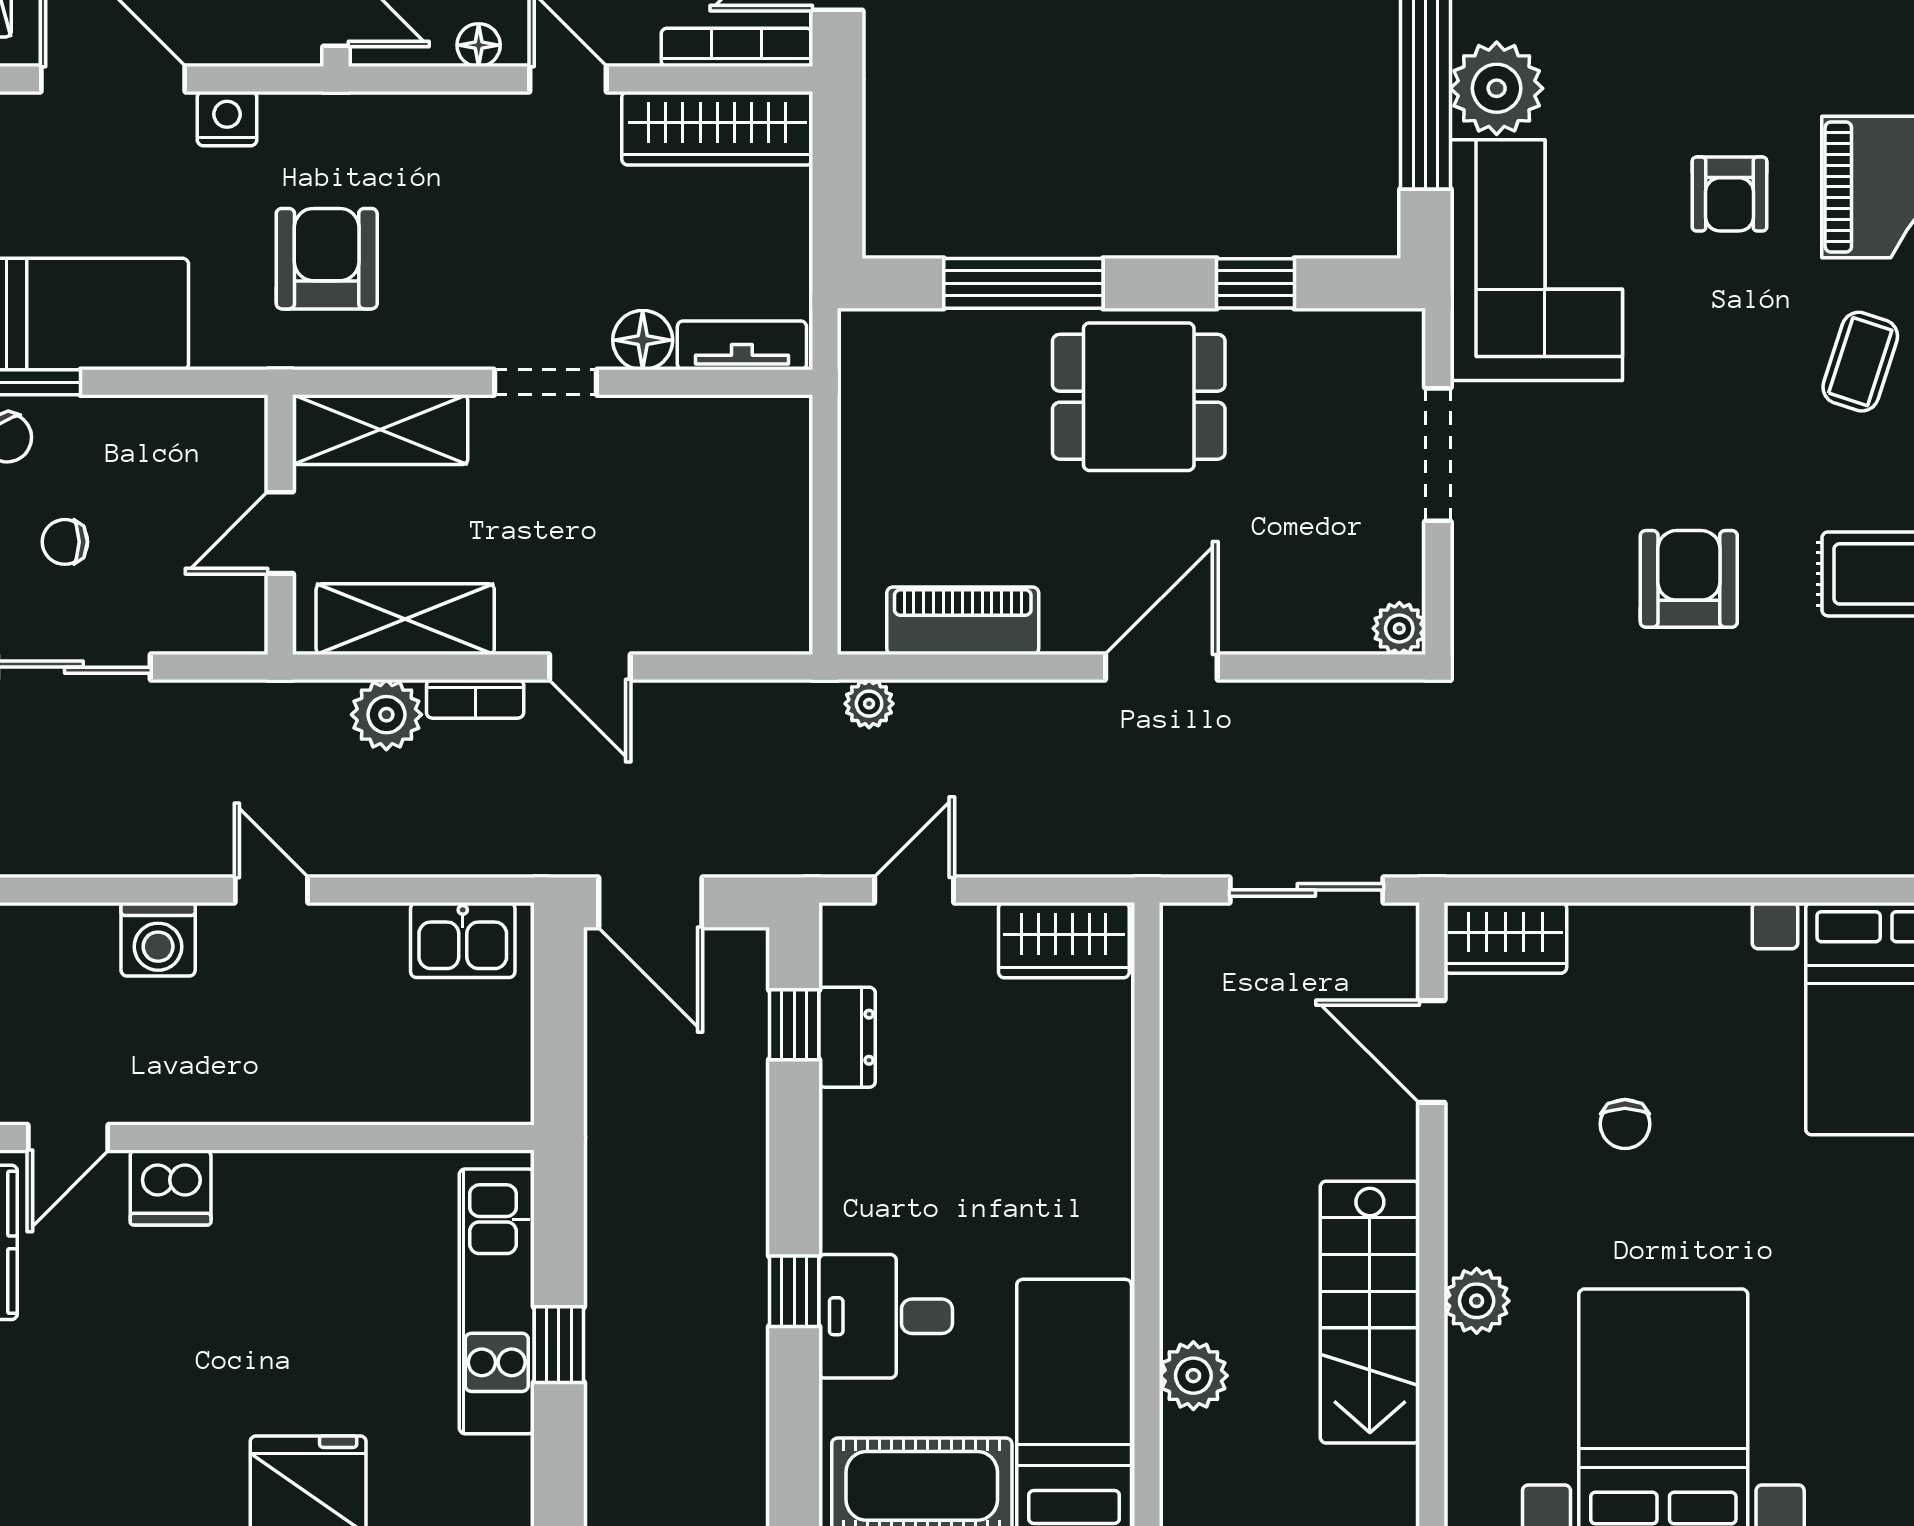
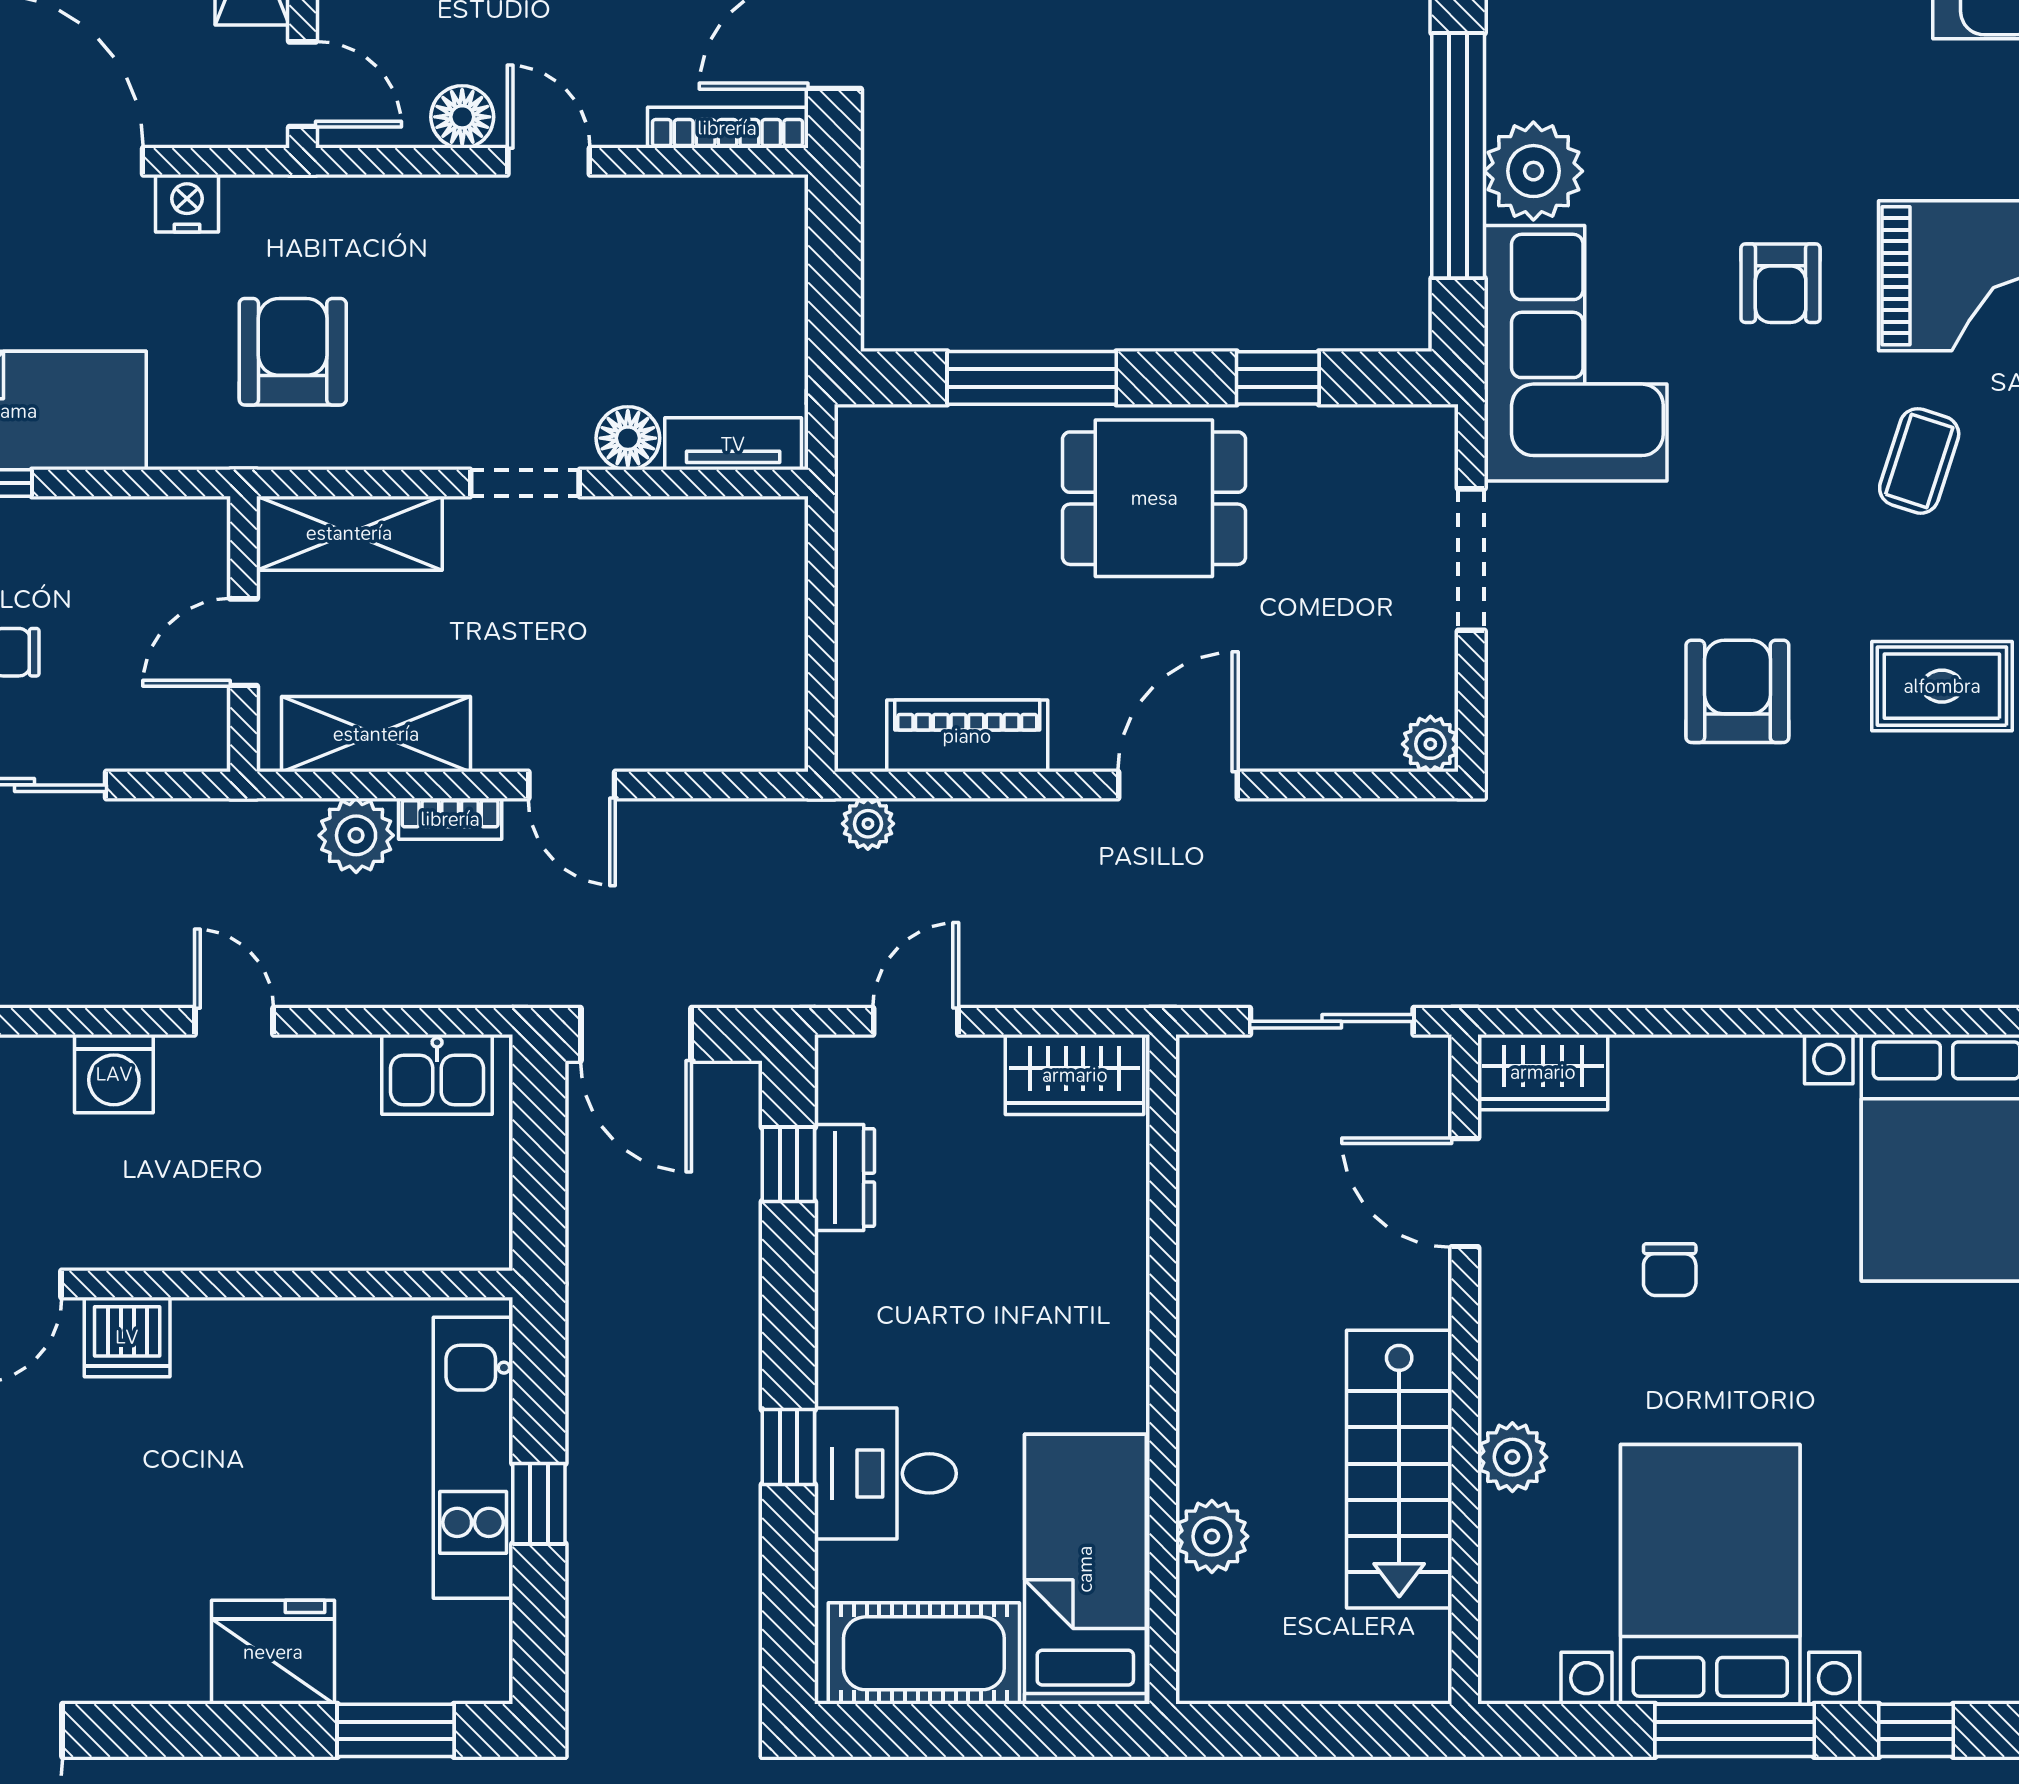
floor lamp: (479, 45) -> (462, 117), width x1.37, depth x1.37
wardrobe: (717, 128) -> (707, 213), removed

